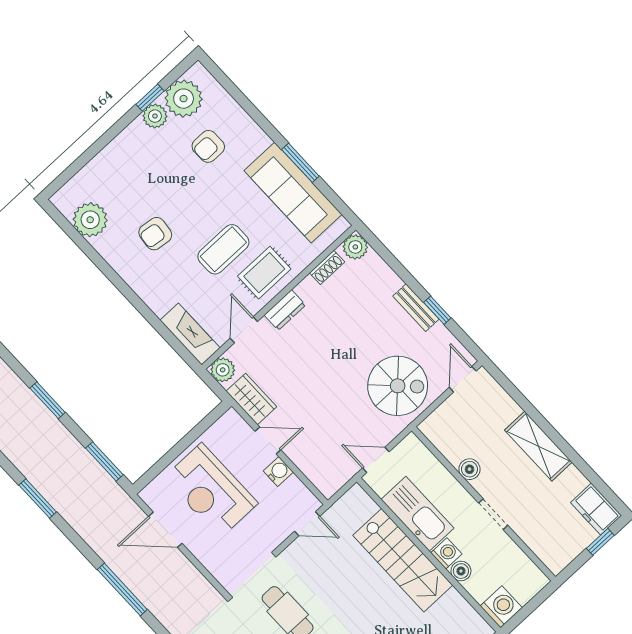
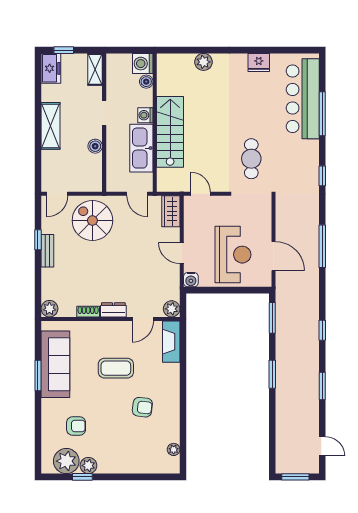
plant: (90, 220) -> (174, 449), width x0.53, depth x0.53
shoe rack: (327, 267) -> (88, 312), moved
rug: (264, 273) -> (106, 338), removed
wardrobe: (251, 399) -> (171, 211), moved
water cooler: (278, 471) -> (191, 280), moved, turned -90
window: (38, 498) -> (322, 330), width x0.67
shelving: (547, 552) -> (95, 69), added
boiler: (461, 571) -> (146, 82), moved

